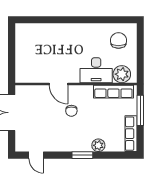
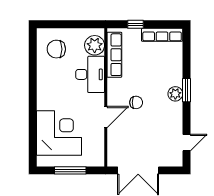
corner desk: (45, 43) -> (59, 133), added
window: (12, 53) -> (70, 170), added
window: (140, 110) -> (136, 24), width x0.46
plant: (98, 145) -> (175, 94), moved

